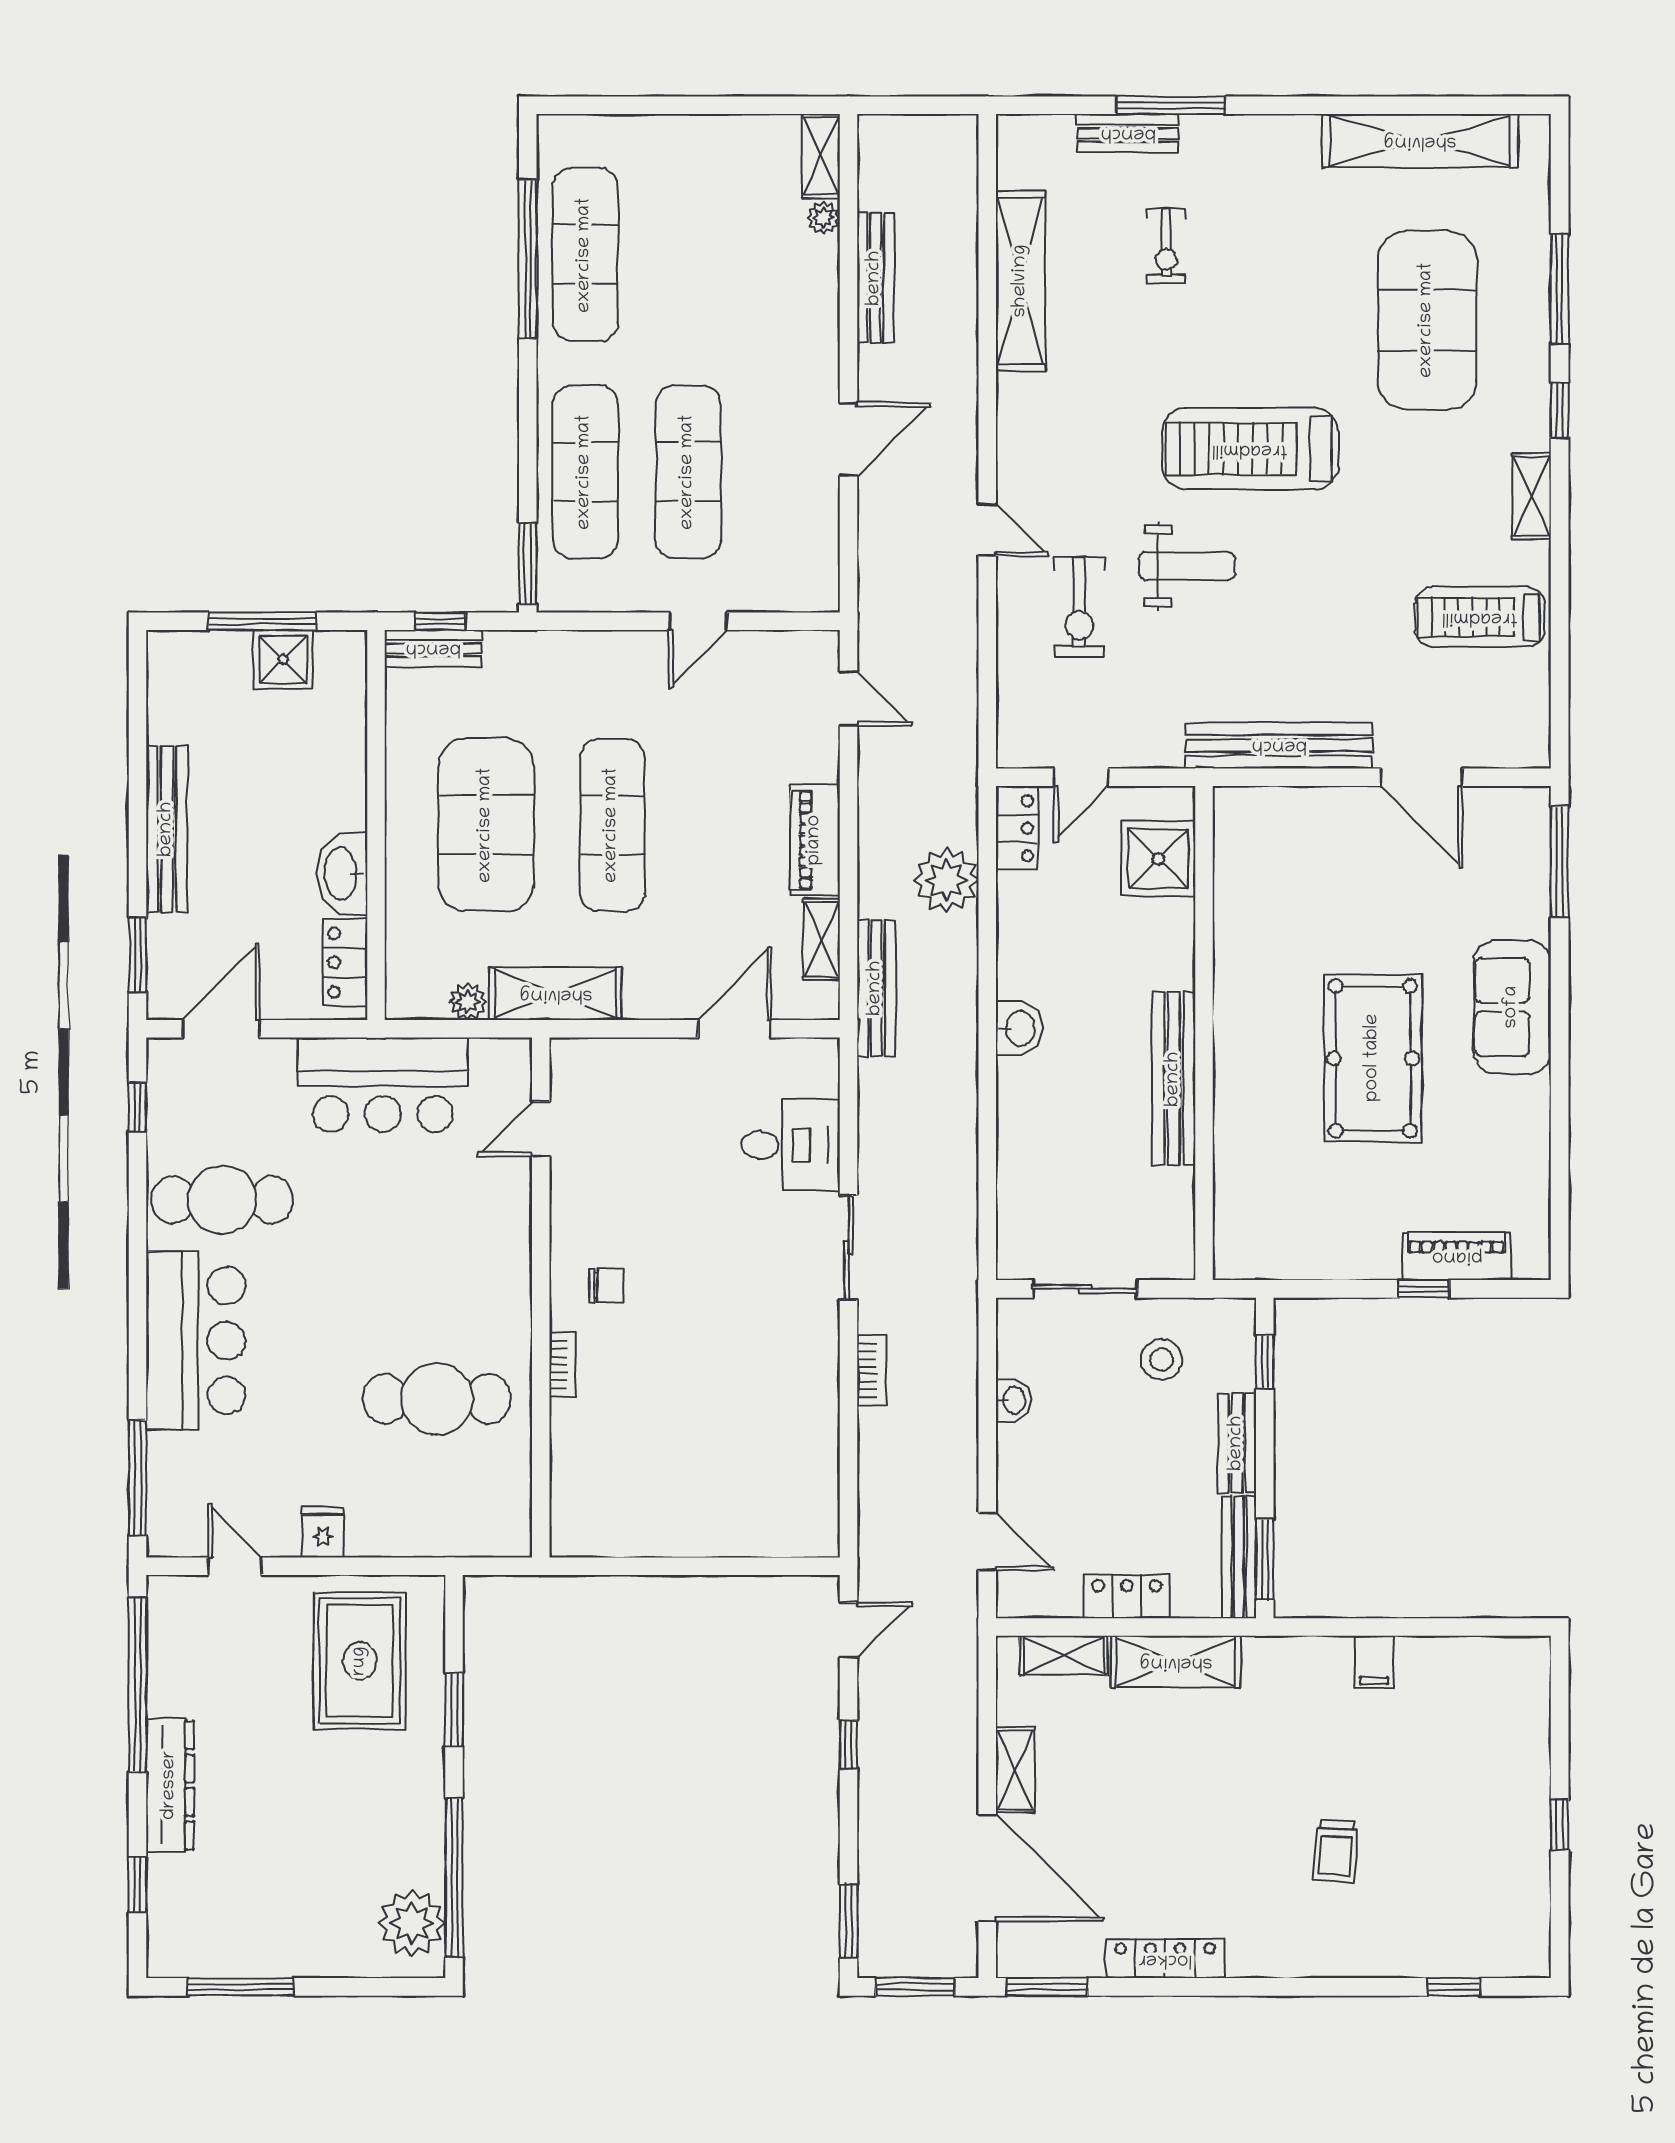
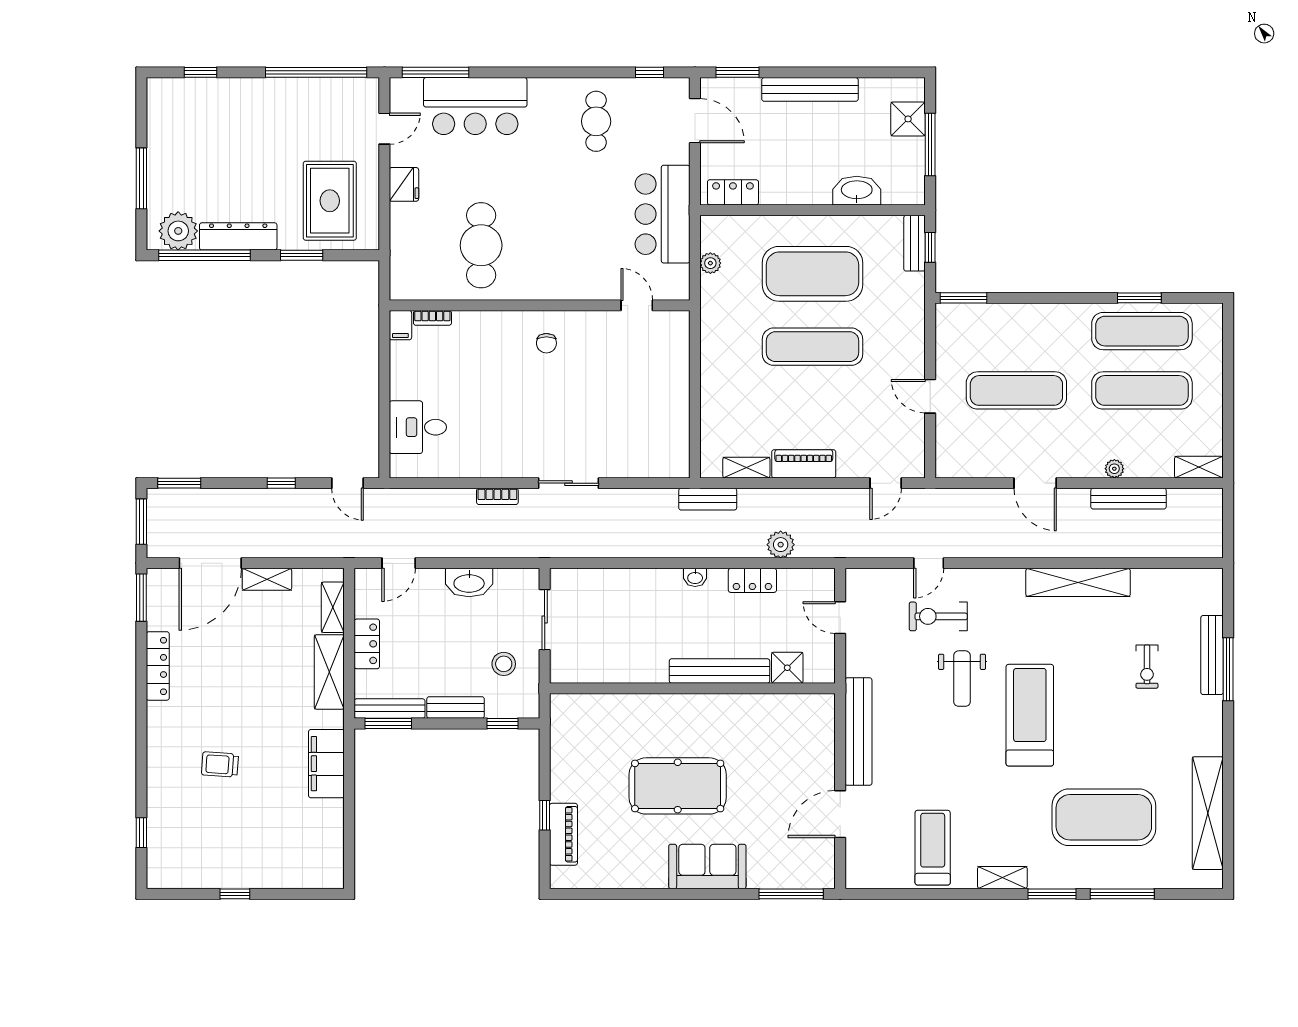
bench: (1128, 133) -> (1212, 655), width x1.36
plant: (824, 218) -> (1114, 469), moved
exercise bike: (1166, 246) -> (1147, 667), turned -90
window: (528, 259) -> (1139, 298), width x0.47
shelving: (1021, 281) -> (1078, 582), moved
window: (1560, 410) -> (1052, 894), width x1.50
exercise mat: (585, 472) -> (1142, 390), moved
door: (987, 530) -> (929, 563), moved
shower: (283, 659) -> (908, 119), moved
locker: (1017, 828) -> (752, 580), moved
shower: (1158, 859) -> (787, 668), width x0.73, depth x0.73
washbasin: (342, 874) -> (857, 191), moved
plant: (946, 880) -> (781, 545), width x0.73, depth x0.73
bench: (876, 988) -> (708, 499), width x0.73
shelving: (556, 994) -> (715, 314), removed
washbasin: (1019, 1028) -> (695, 577), width x0.72, depth x0.69
door: (735, 1029) -> (695, 417), removed
bench: (1174, 1079) -> (719, 671), moved
desk: (791, 1145) -> (418, 427), moved, turned 90
cafe table: (222, 1200) -> (596, 121), width x0.73, depth x0.74
bar counter: (196, 1341) -> (475, 106), moved
bookcase: (562, 1364) -> (432, 318), moved
washbasin: (1013, 1400) -> (469, 583), width x1.91, depth x1.45
fridge: (323, 1532) -> (404, 184), width x1.38
filing cabinet: (575, 1538) -> (400, 325), added
rug: (360, 1661) -> (330, 201), turned 90
filing cabinet: (1374, 1662) -> (326, 764), width x3.00, depth x1.17
dresser: (170, 1785) -> (238, 236), moved, turned 180
window: (241, 1987) -> (141, 178), moved

